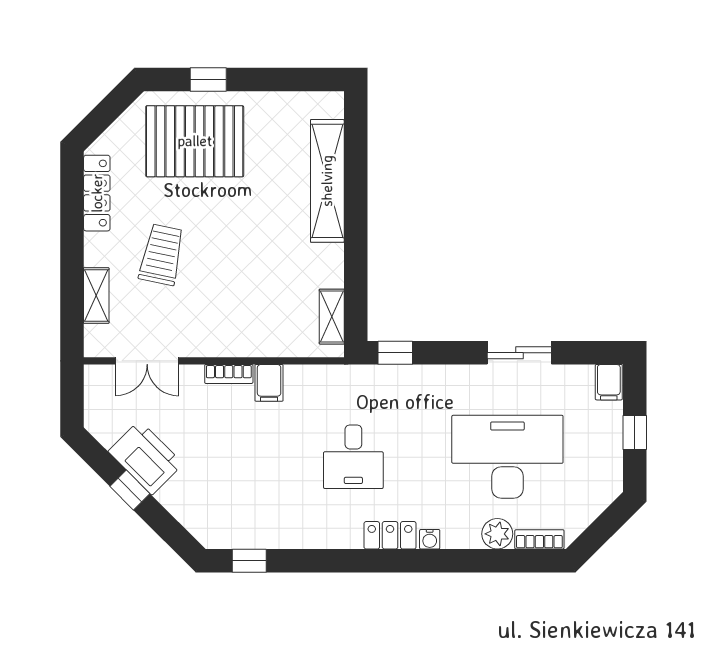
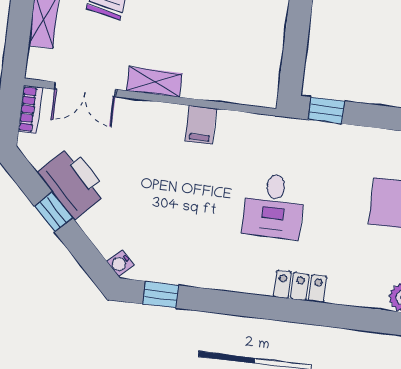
shelving: (332, 317) -> (154, 82), moved, turned 90
bookcase: (229, 374) -> (30, 109), moved, turned -90
water cooler: (430, 539) -> (120, 263), moved, turned 45

